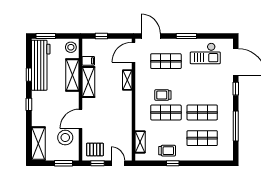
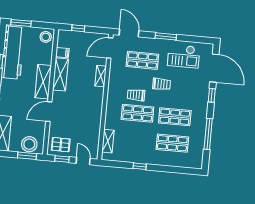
shelving: (72, 75) -> (43, 82), moved
stool: (65, 138) -> (29, 144), moved
trolley: (167, 151) -> (161, 84), moved

